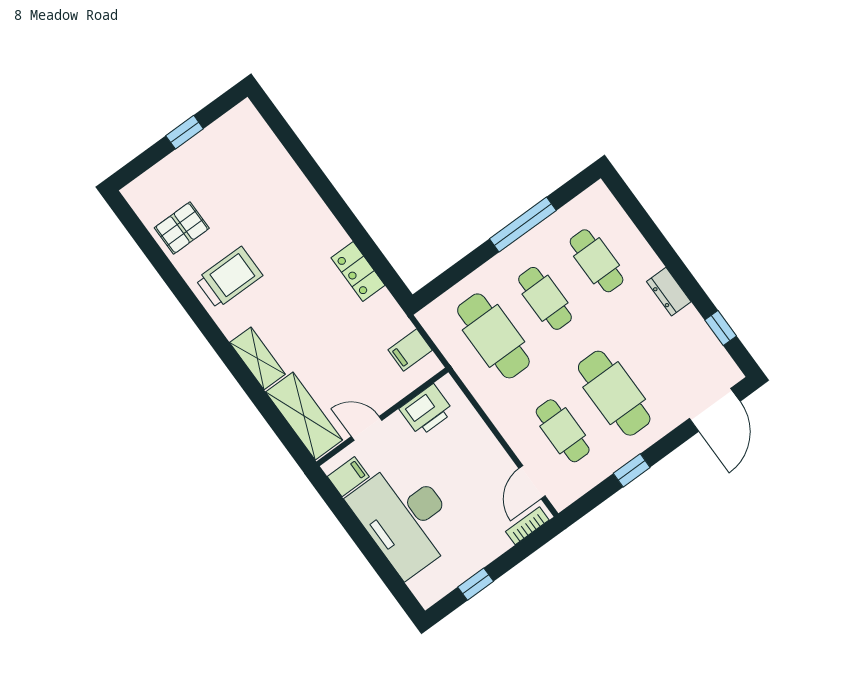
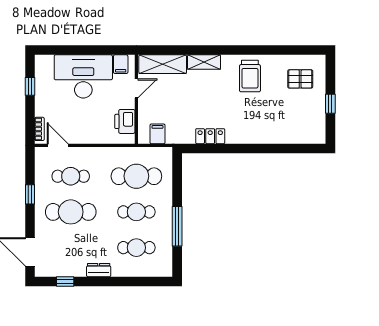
pallet: (182, 228) -> (300, 79), moved, turned 90

